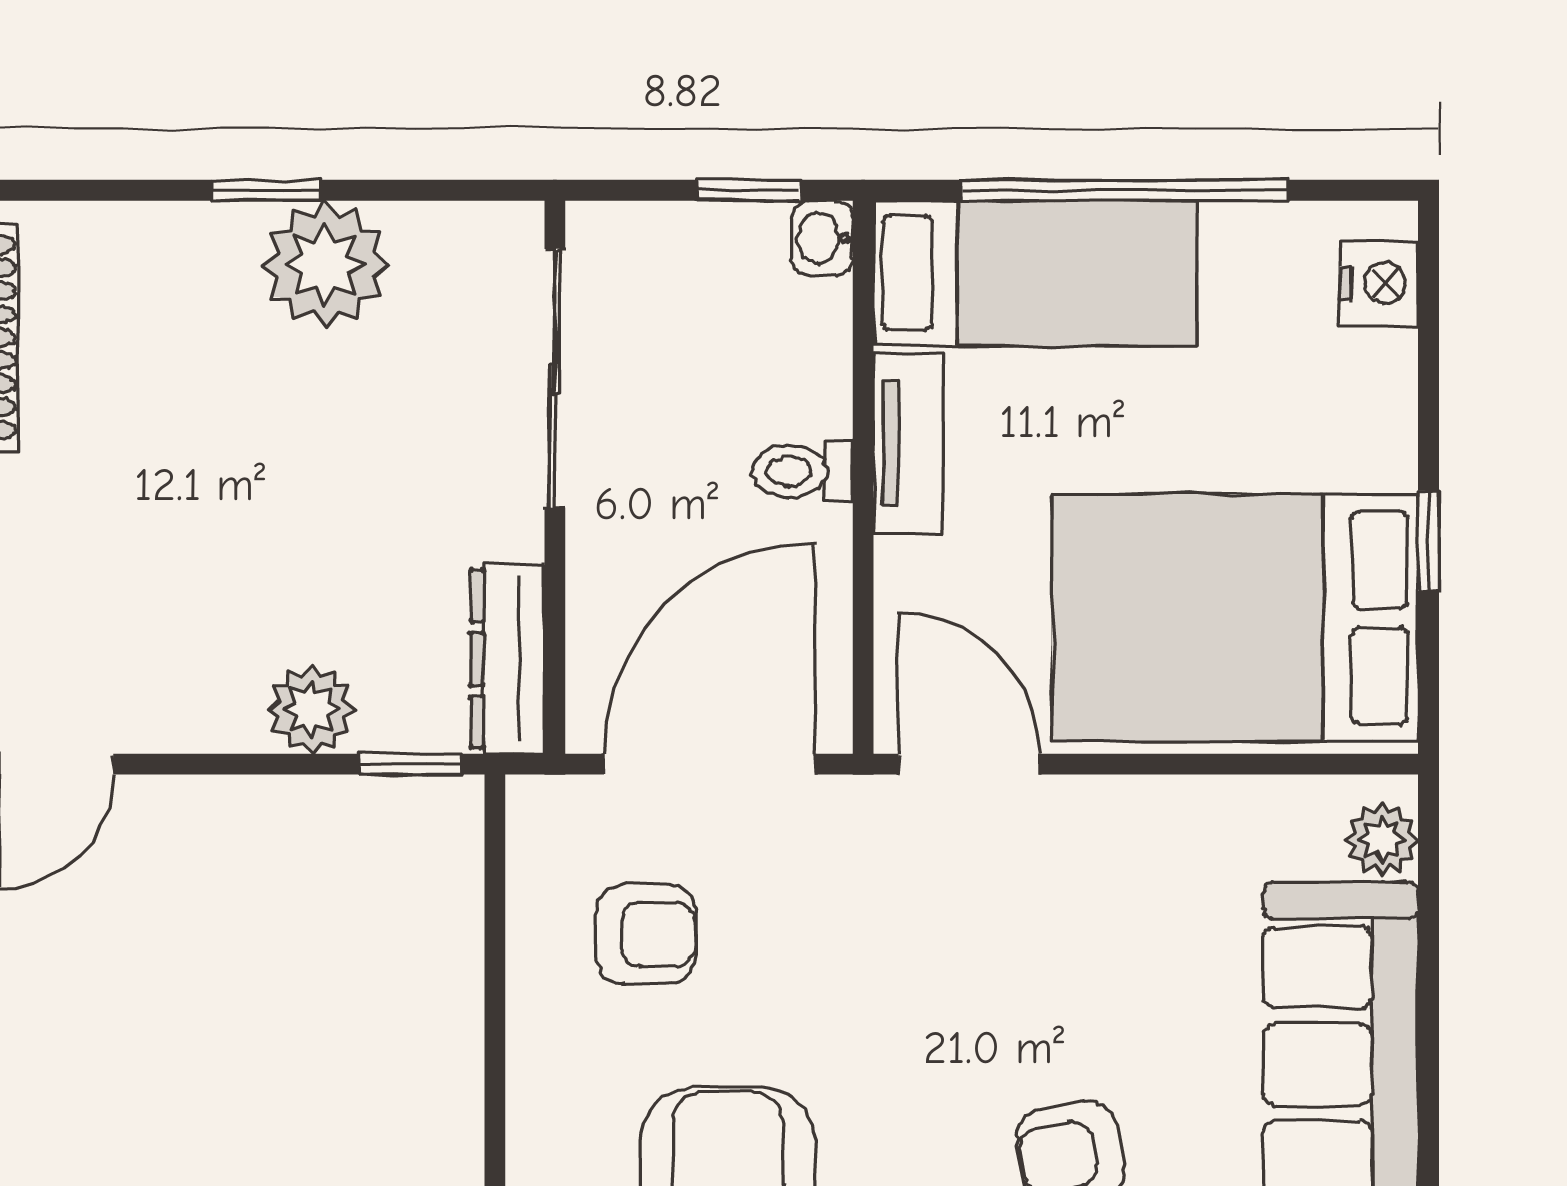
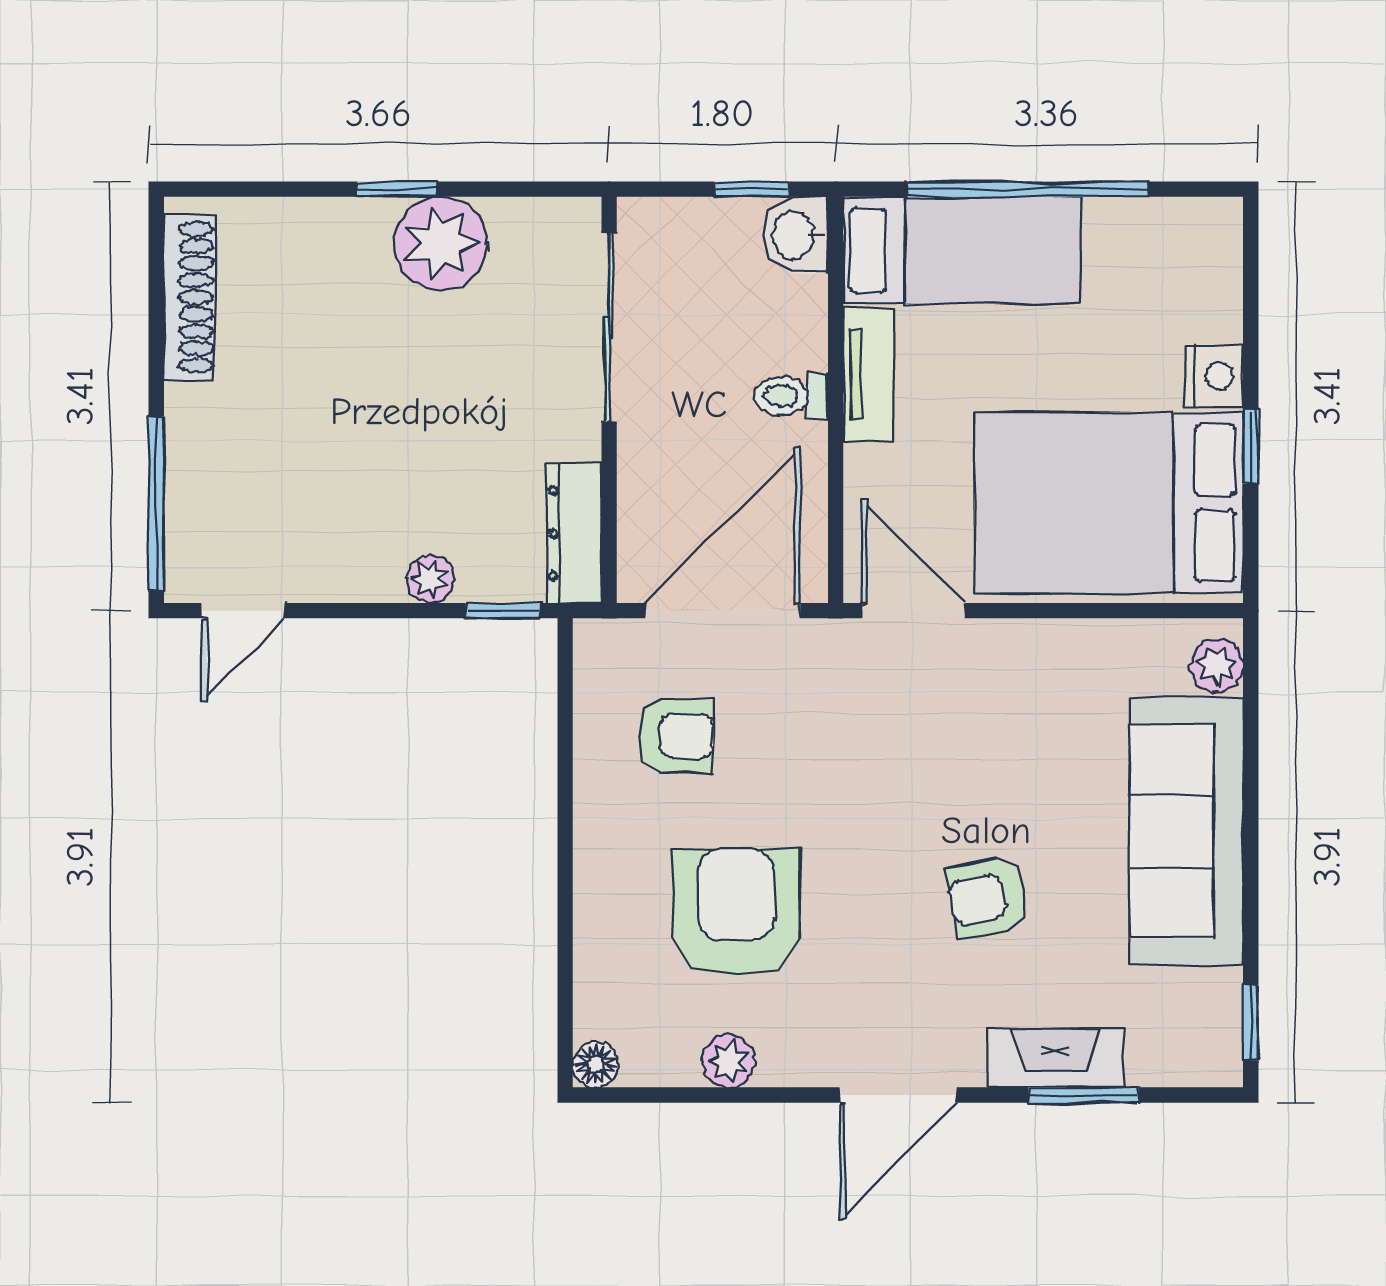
washbasin: (822, 238) -> (796, 235), width x1.38, depth x1.45
nightstand: (1379, 283) -> (1214, 376), moved
plant: (311, 709) -> (430, 579), width x0.73, depth x0.73

